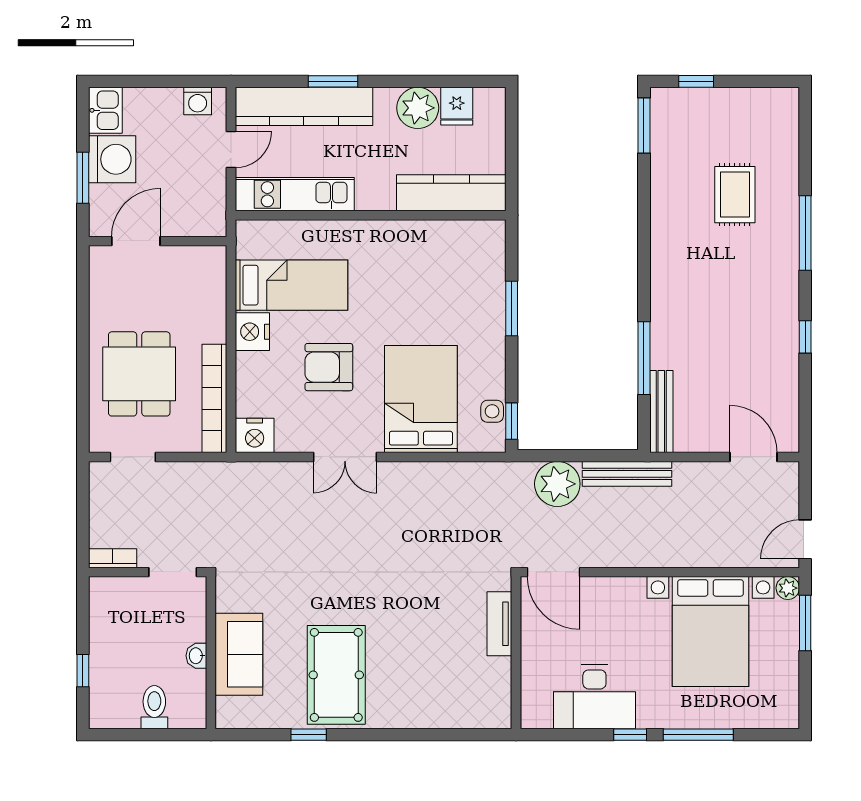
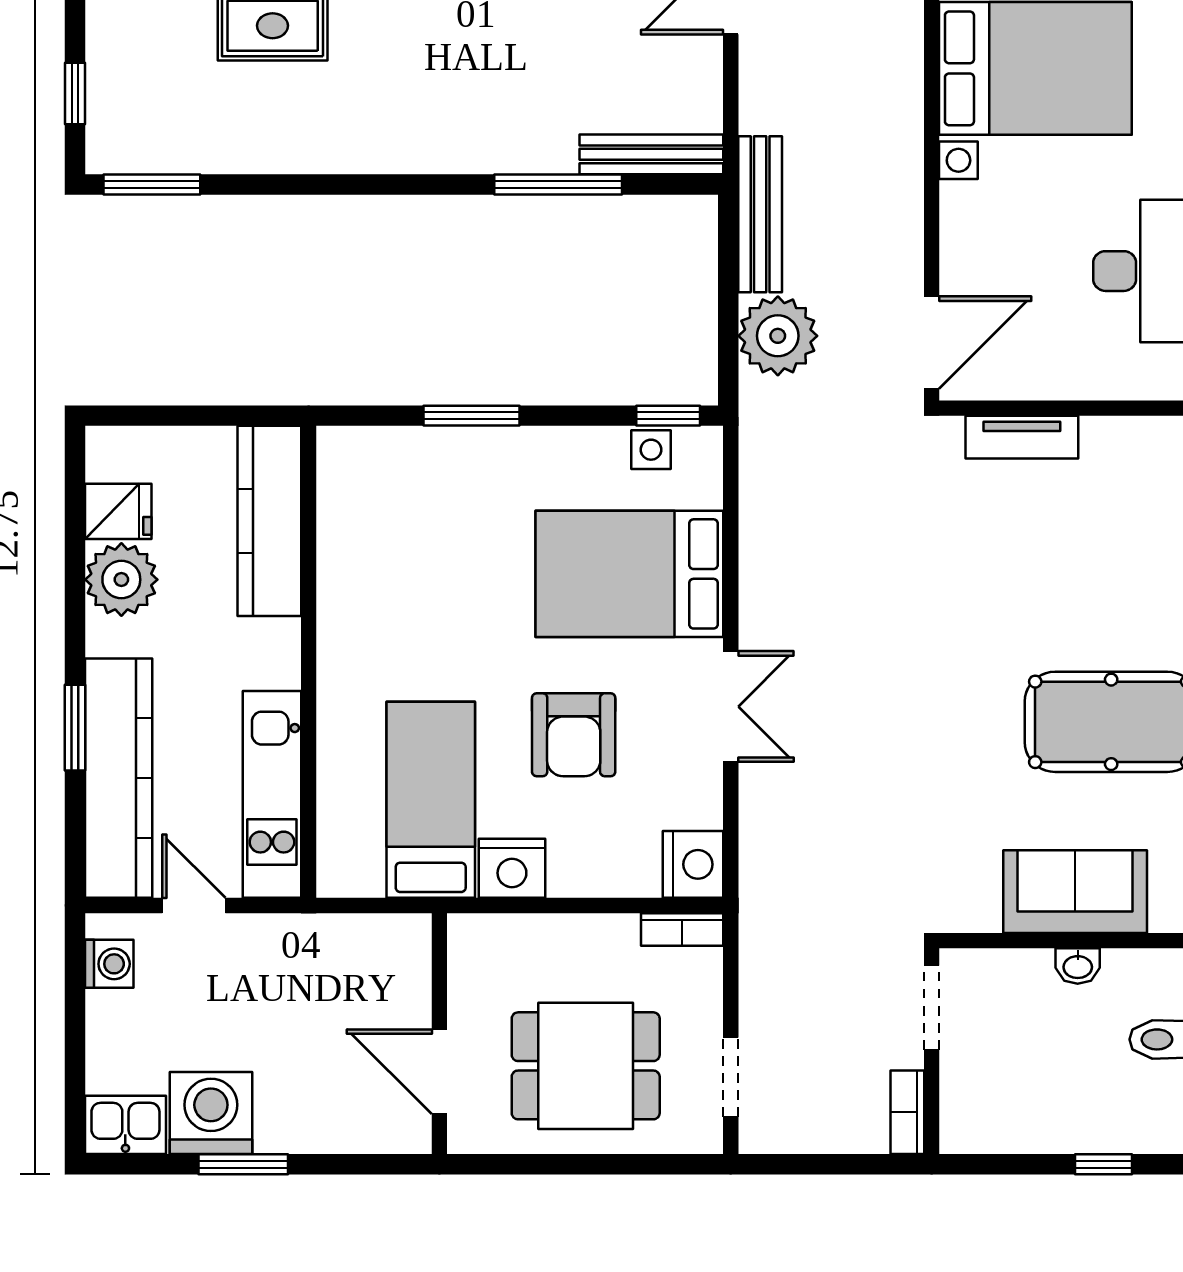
door: (136, 241) -> (439, 1072), moved
wall: (158, 241) -> (439, 1034), moved
bookcase: (214, 398) -> (682, 929), width x0.43, depth x0.76

